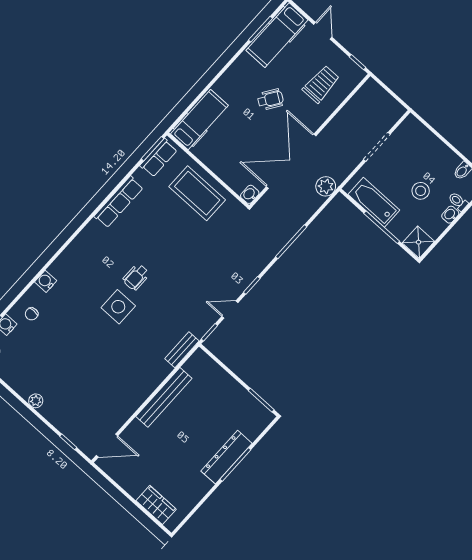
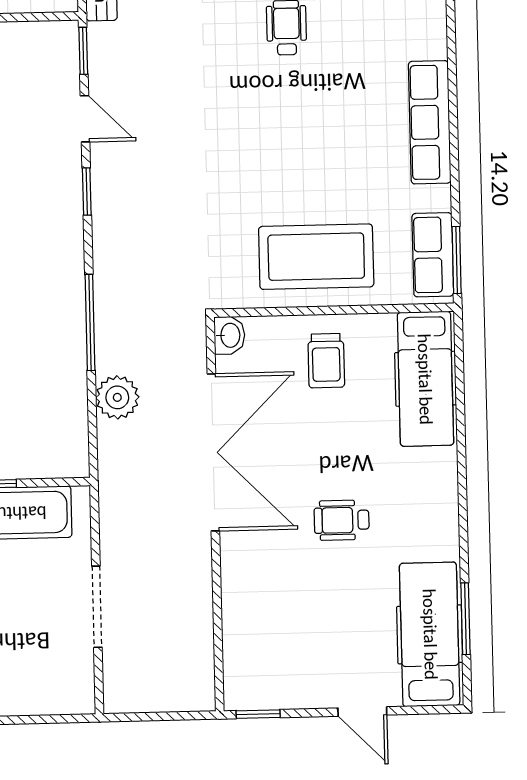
trolley: (321, 84) -> (326, 361), moved, width x0.73, depth x0.72
wheelchair: (270, 99) -> (342, 520), turned 56
plant: (326, 186) -> (117, 397), moved
door: (230, 310) -> (85, 119), hinge flipped

